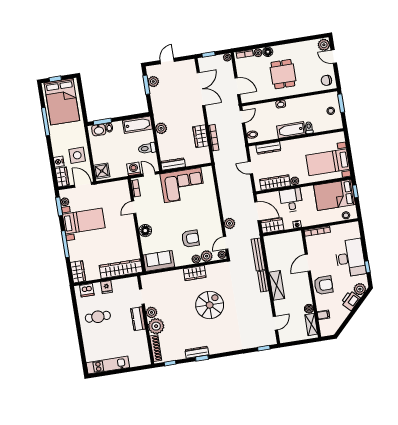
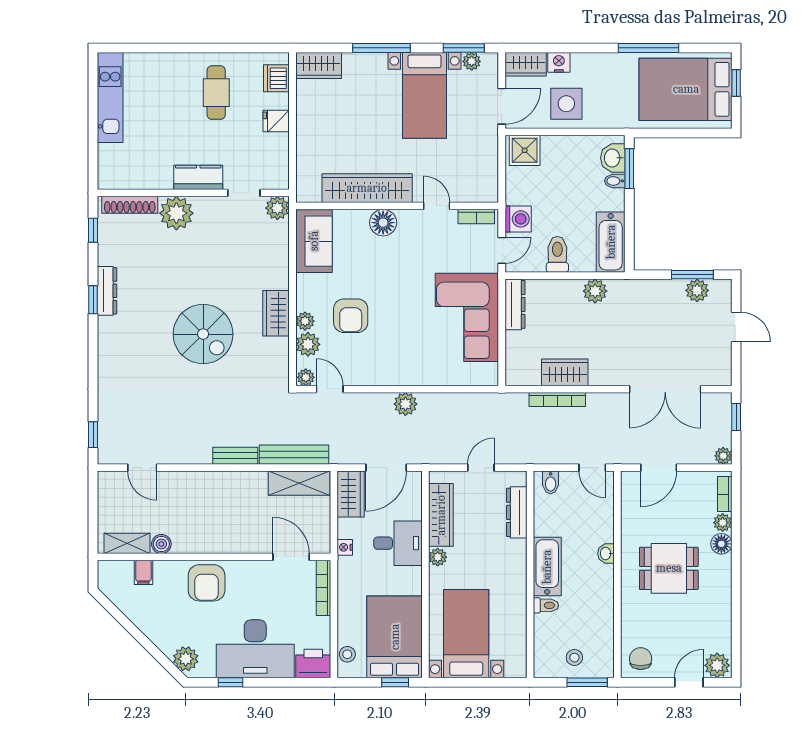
plant: (229, 223) -> (405, 404), moved
door: (308, 263) -> (291, 557), moved
wardrobe: (121, 269) -> (367, 188), moved, turned -90
shelving: (277, 285) -> (299, 483), moved
printer: (351, 301) -> (313, 664), moved, turned -45
plant: (151, 312) -> (277, 208), moved

